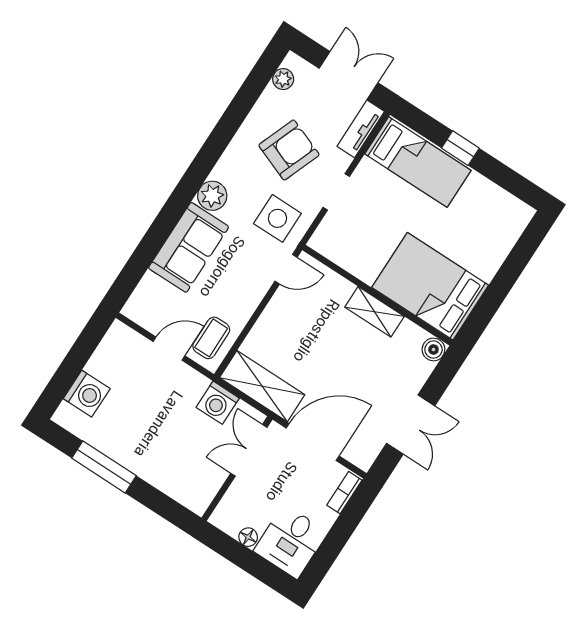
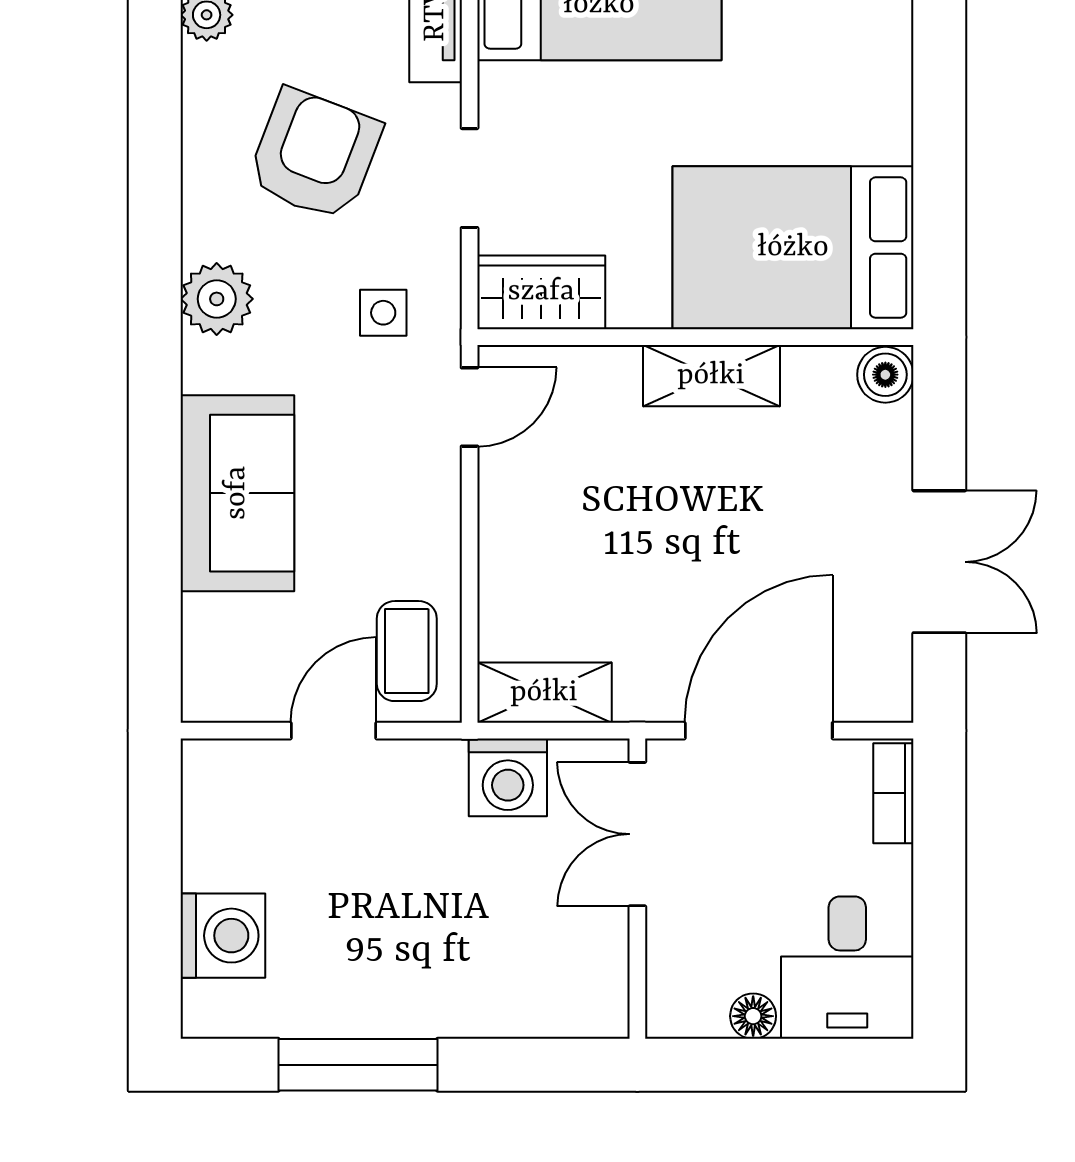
plant: (212, 196) -> (217, 299), moved
side table: (277, 218) -> (383, 313), width x0.54, depth x0.54
wardrobe: (335, 246) -> (541, 292), added
shelving: (262, 386) -> (544, 693), width x0.67, depth x0.75

